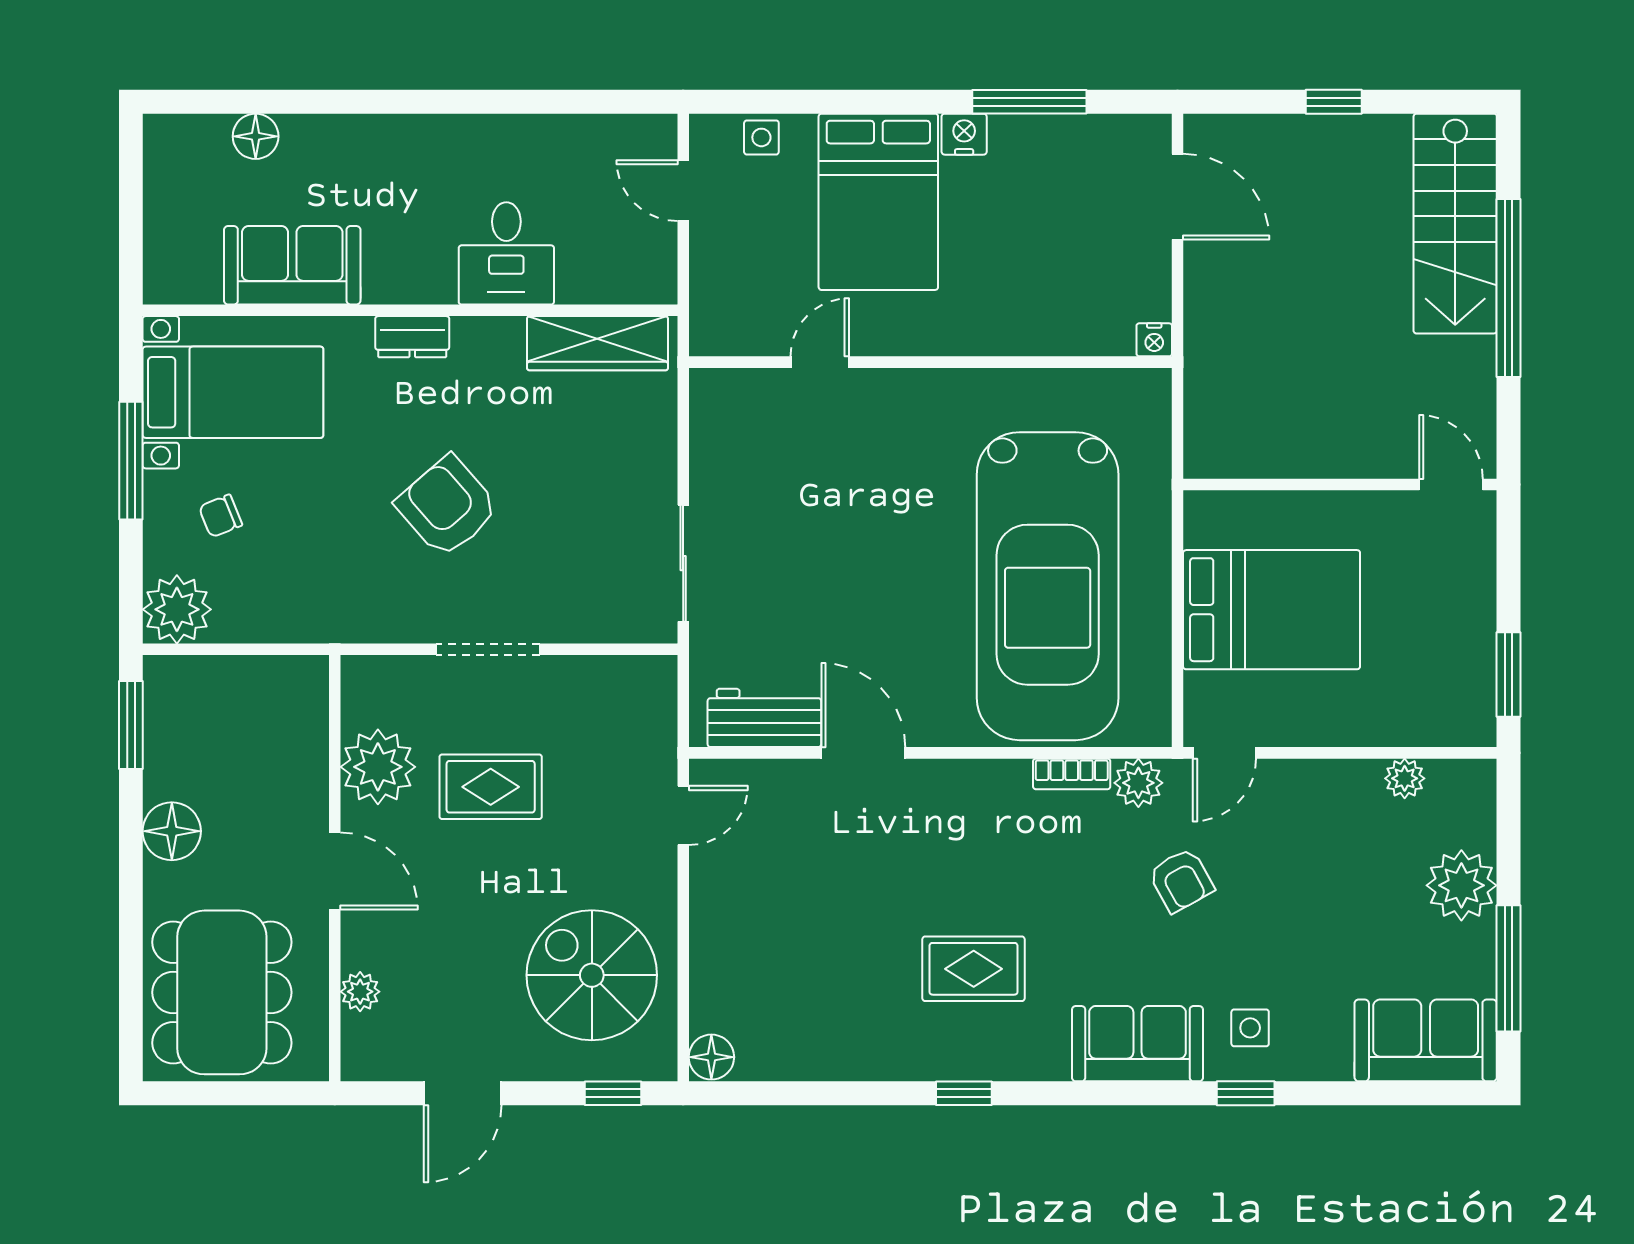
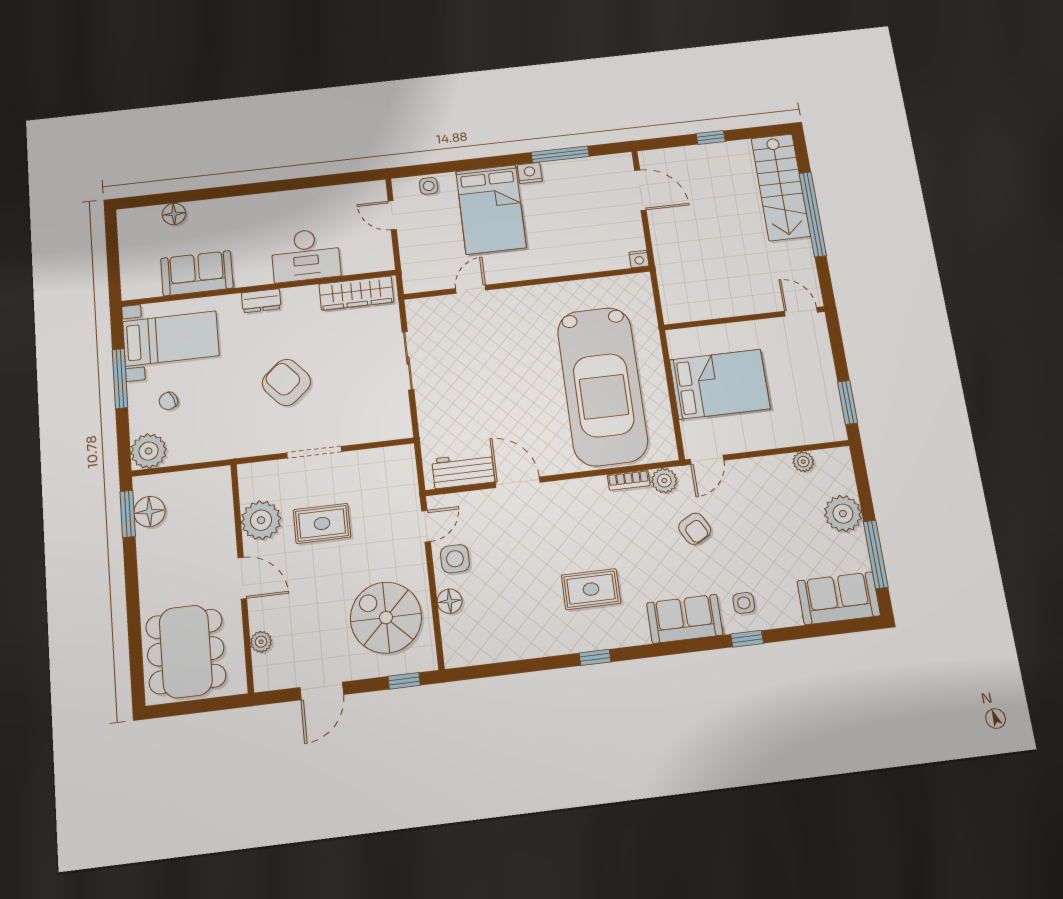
desk: (506, 253) -> (306, 255), width x1.37
sliding door: (683, 563) -> (408, 361), moved
floor lamp: (172, 831) -> (150, 512), moved
side table: (730, 883) -> (455, 559), added
floor lamp: (711, 1057) -> (450, 601), moved

